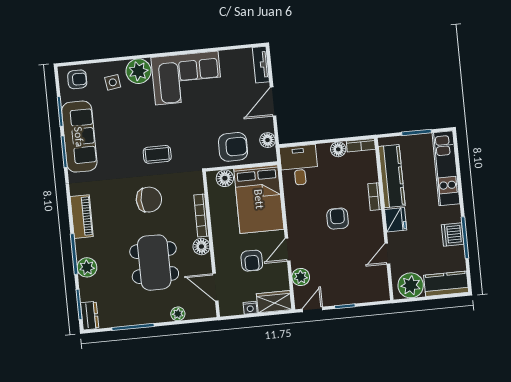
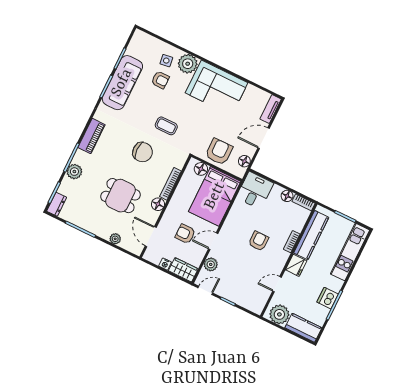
armchair: (77, 79) -> (160, 80), moved
armchair: (233, 147) -> (219, 152), turned -91
armchair: (252, 261) -> (185, 234), turned 90
dining table: (154, 263) -> (120, 196), width x0.73

